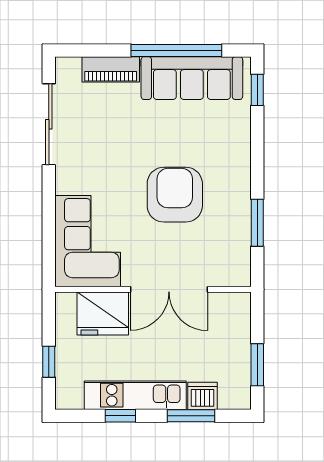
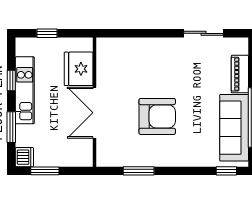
sliding door: (49, 124) -> (204, 33), width x0.73
corner sofa: (88, 241) -> (126, 59), removed
dishwasher: (203, 396) -> (24, 157), moved

